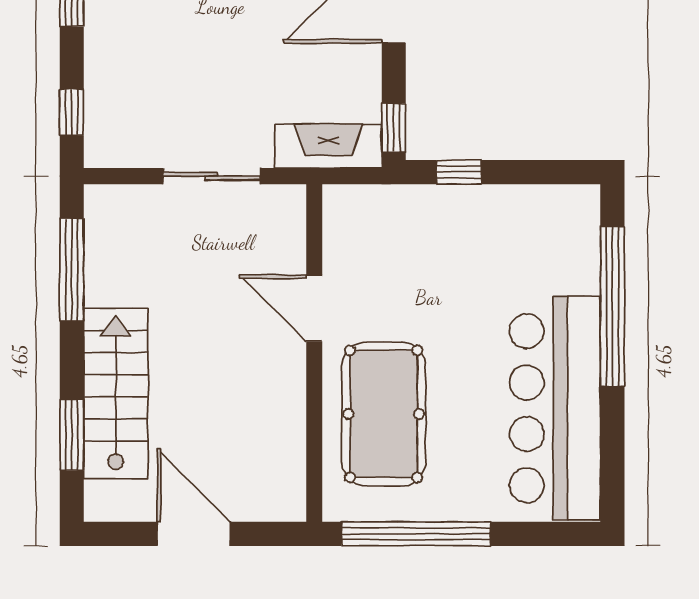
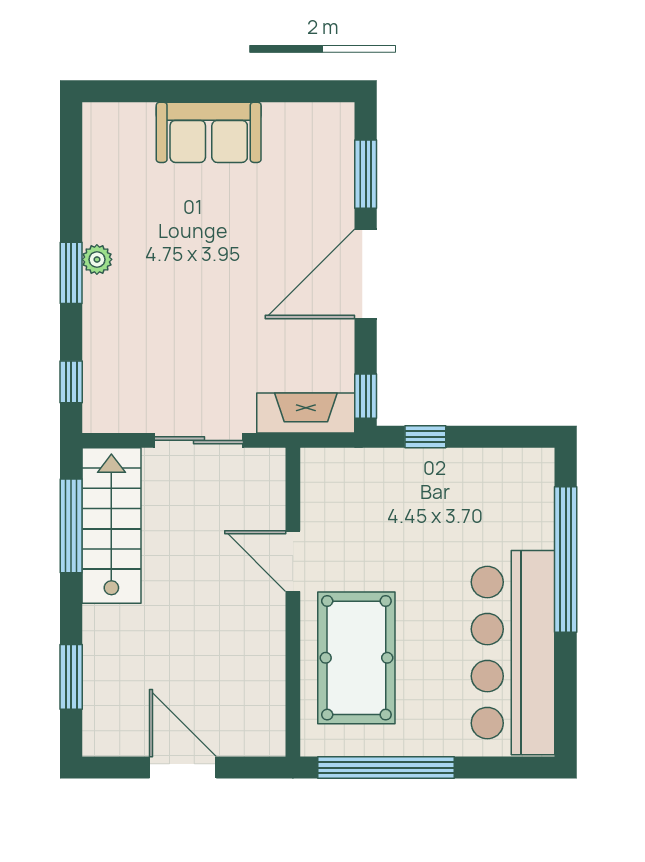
stairs: (116, 393) -> (111, 525), moved

